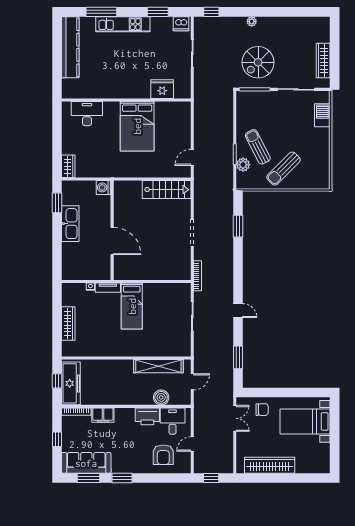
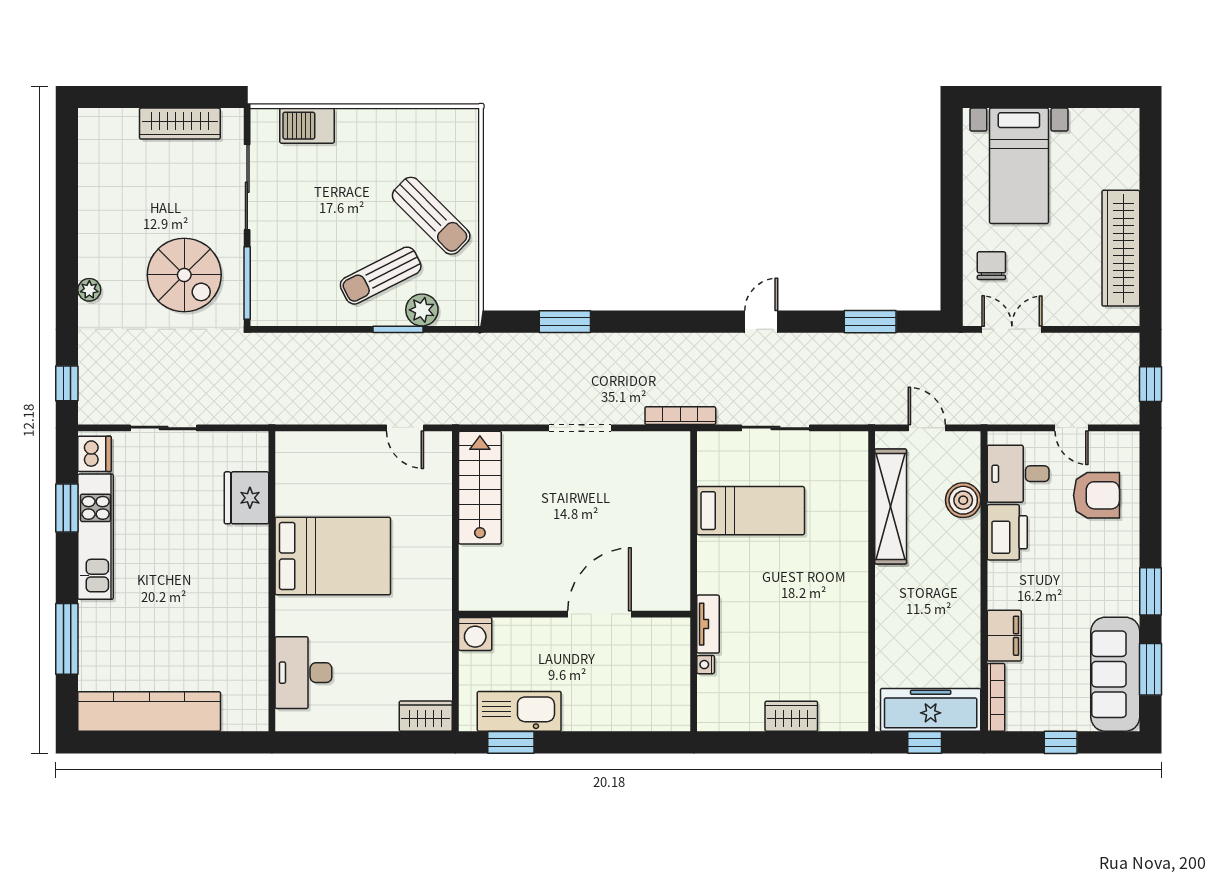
kitchen unit: (123, 24) -> (96, 537), moved
kitchen sink: (70, 224) -> (519, 711), moved
bed: (132, 306) -> (751, 511), moved
wardrobe: (68, 323) -> (791, 716), width x0.67

